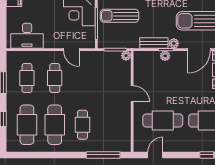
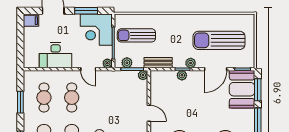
desk: (27, 36) -> (56, 55), moved
plant: (110, 43) -> (127, 63), added
bench: (154, 43) -> (158, 63), moved
plant: (90, 44) -> (107, 63), added

